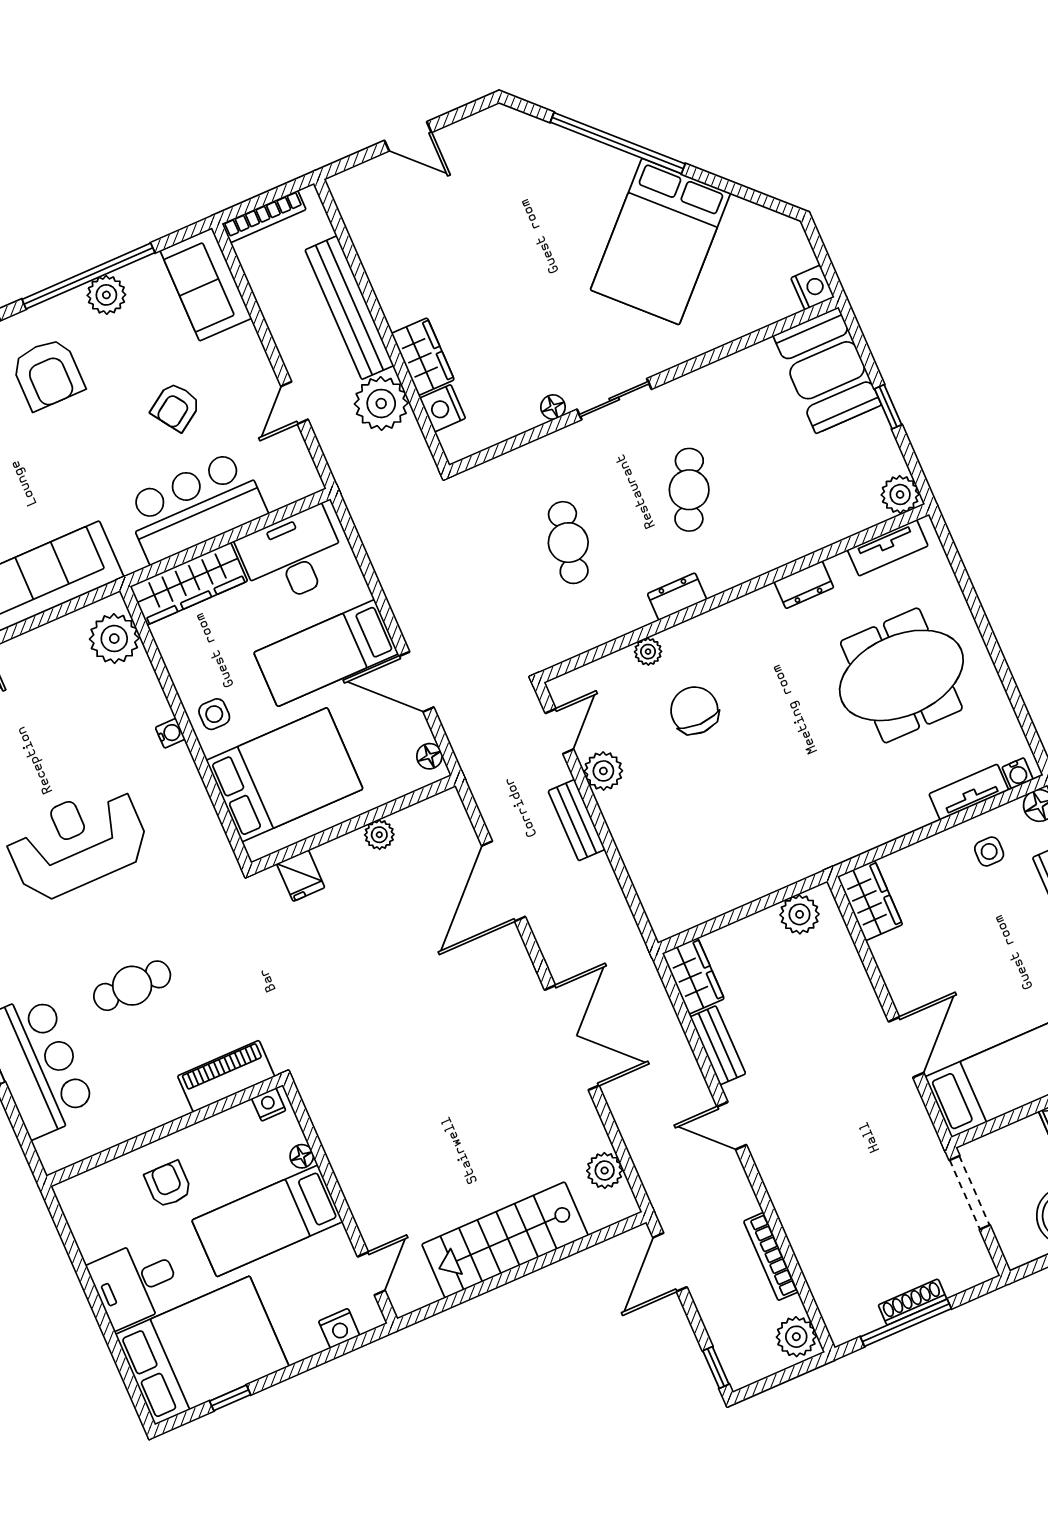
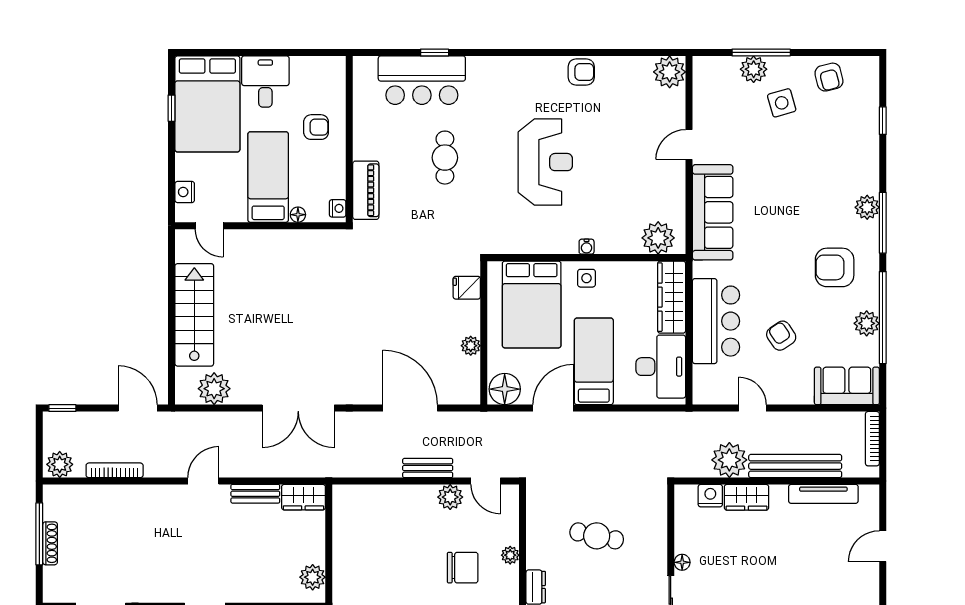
tv unit: (371, 251) -> (823, 494), added
floor lamp: (429, 756) -> (505, 389), width x1.89, depth x1.89
plant: (605, 1171) -> (214, 389), width x1.36, depth x1.36

